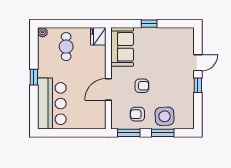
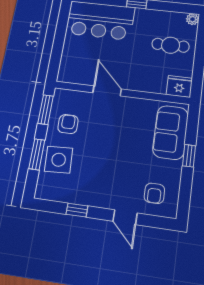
sofa: (122, 47) -> (171, 132), moved, turned 90
window: (198, 85) -> (77, 210), moved
armchair: (142, 86) -> (154, 193), moved

